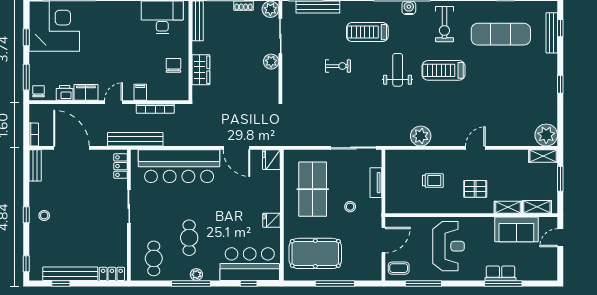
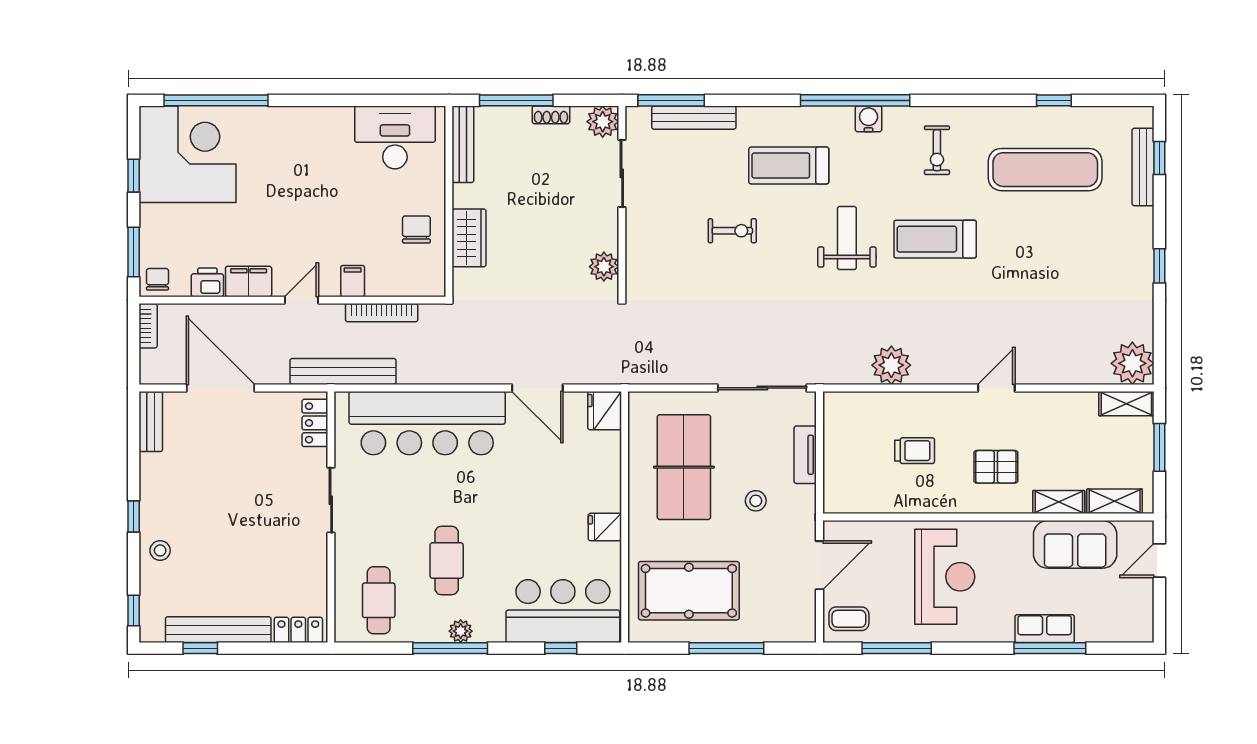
exercise bike: (444, 24) -> (937, 150), width x0.73, depth x0.72
plant: (271, 62) -> (604, 267), moved
bookcase: (34, 135) -> (148, 326), moved
stool: (44, 215) -> (160, 550), moved

